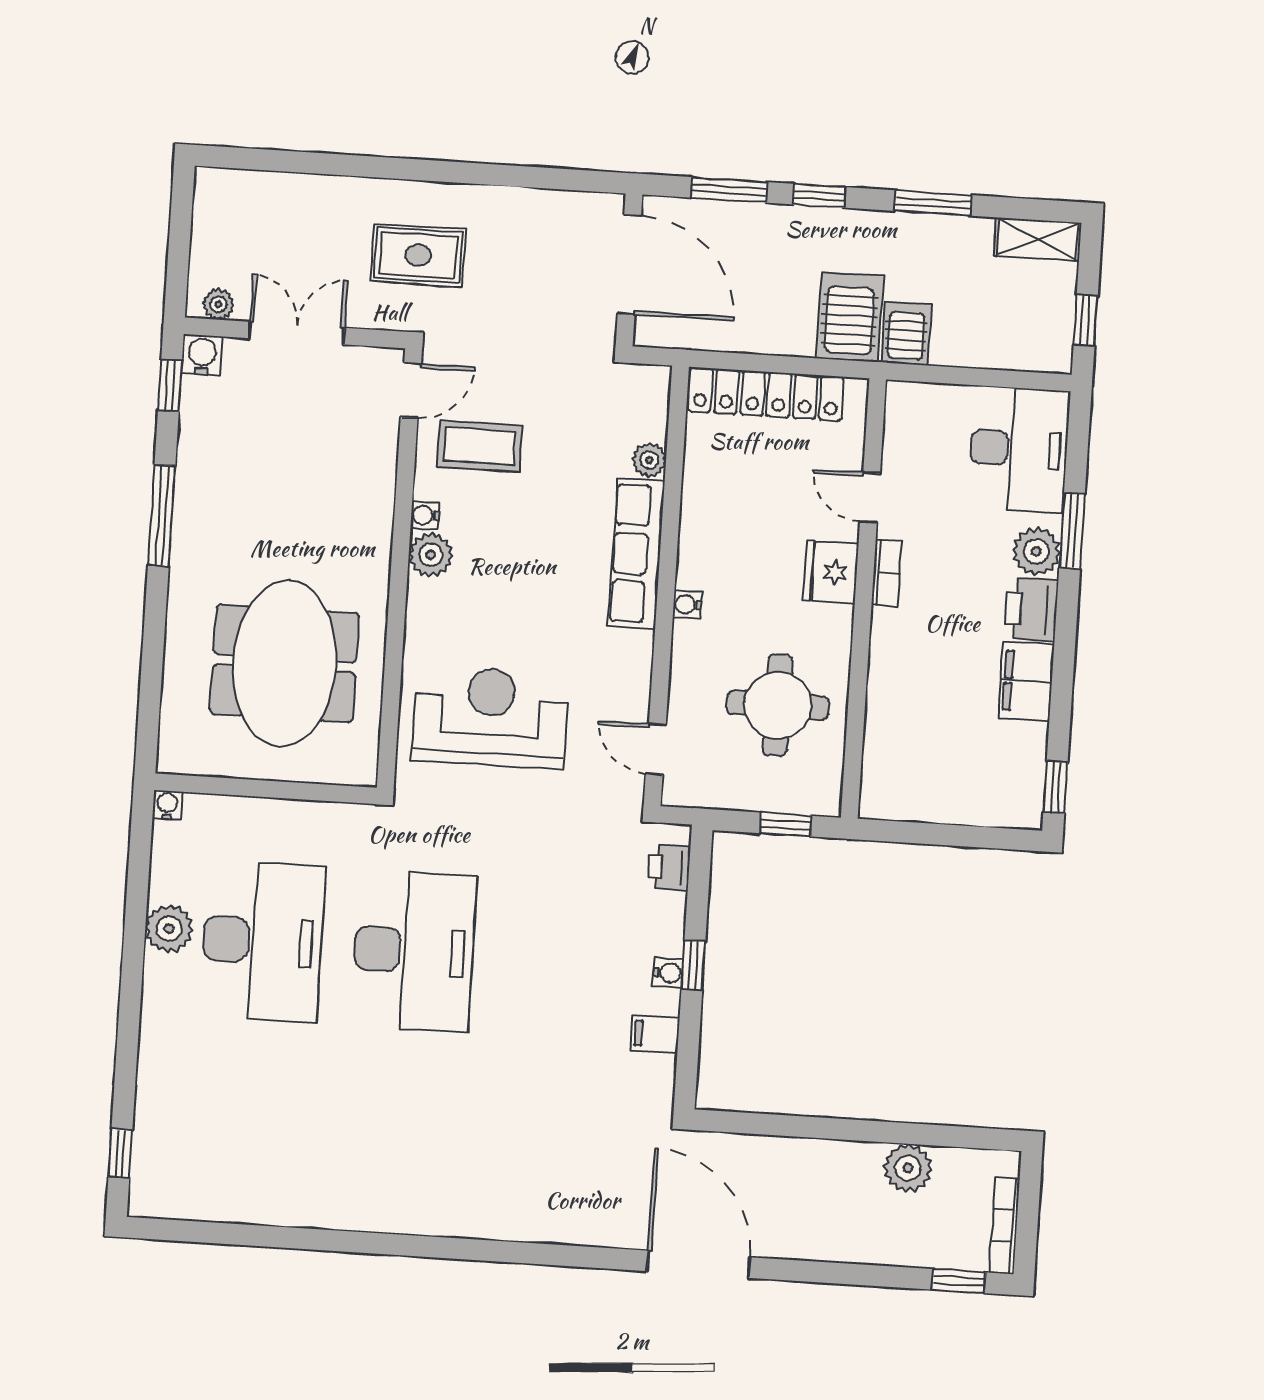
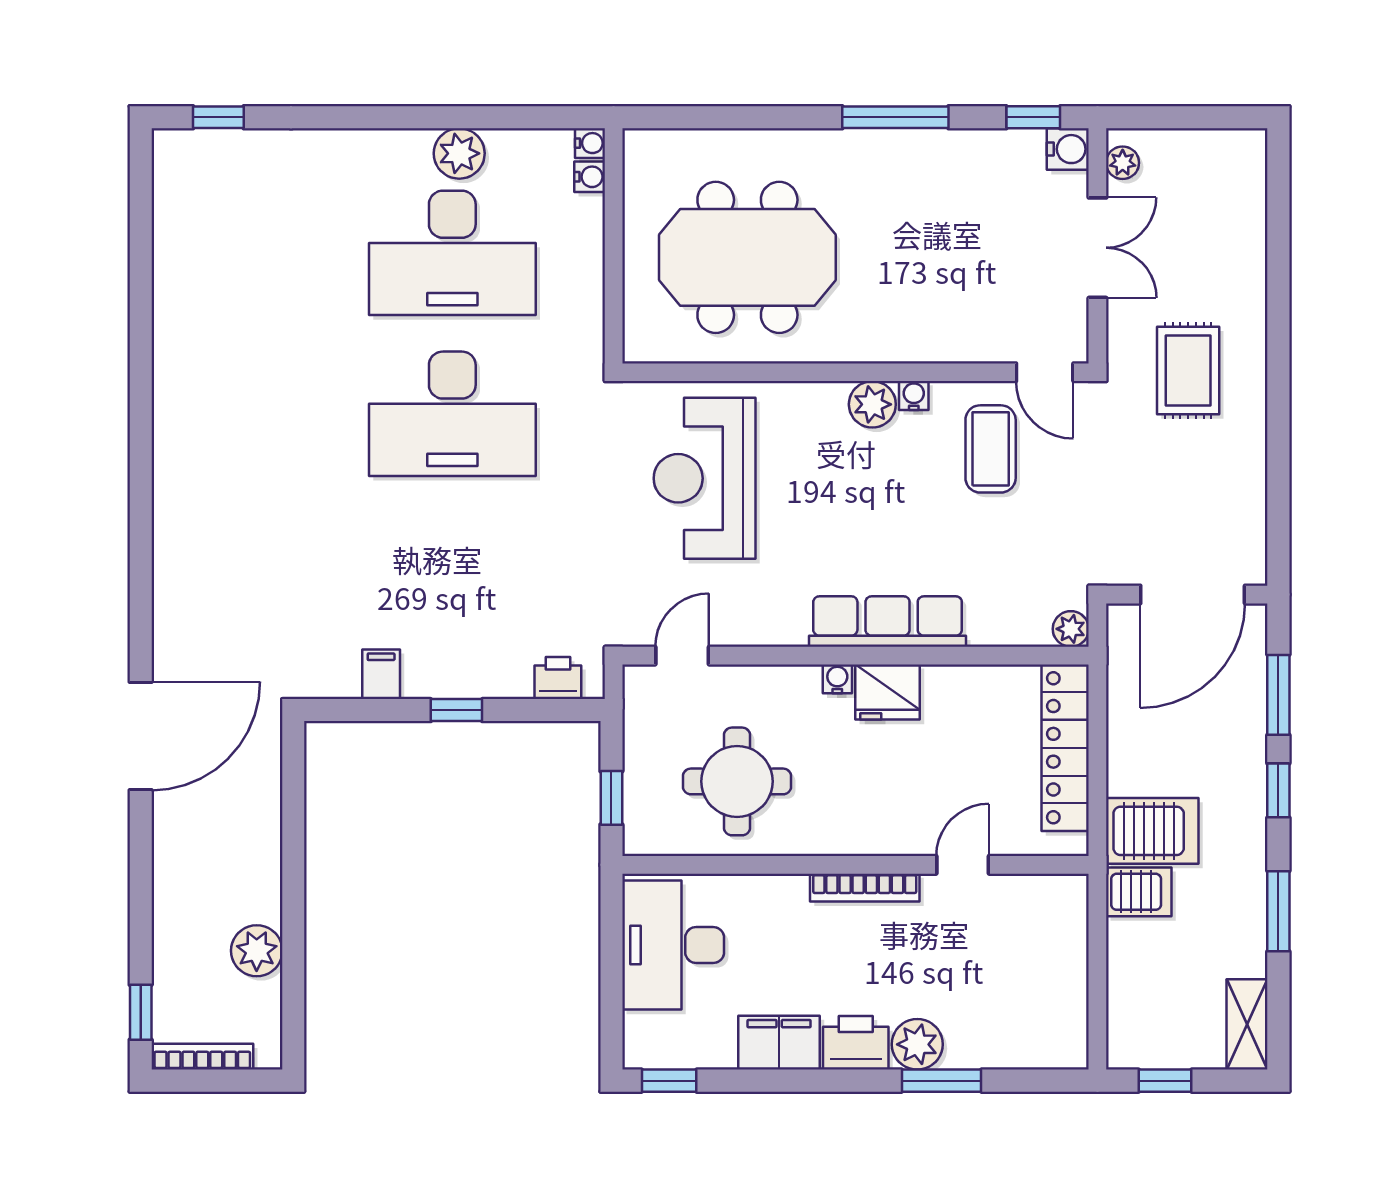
desk: (1019, 449) -> (673, 945), moved, turned 90
plant: (649, 460) -> (1071, 629), moved
fridge: (831, 572) -> (888, 692), moved, turned 180
bookcase: (887, 573) -> (865, 888), width x1.56
reception desk: (490, 717) -> (705, 478), turned 180
water cooler: (668, 973) -> (590, 177), moved, turned -90

